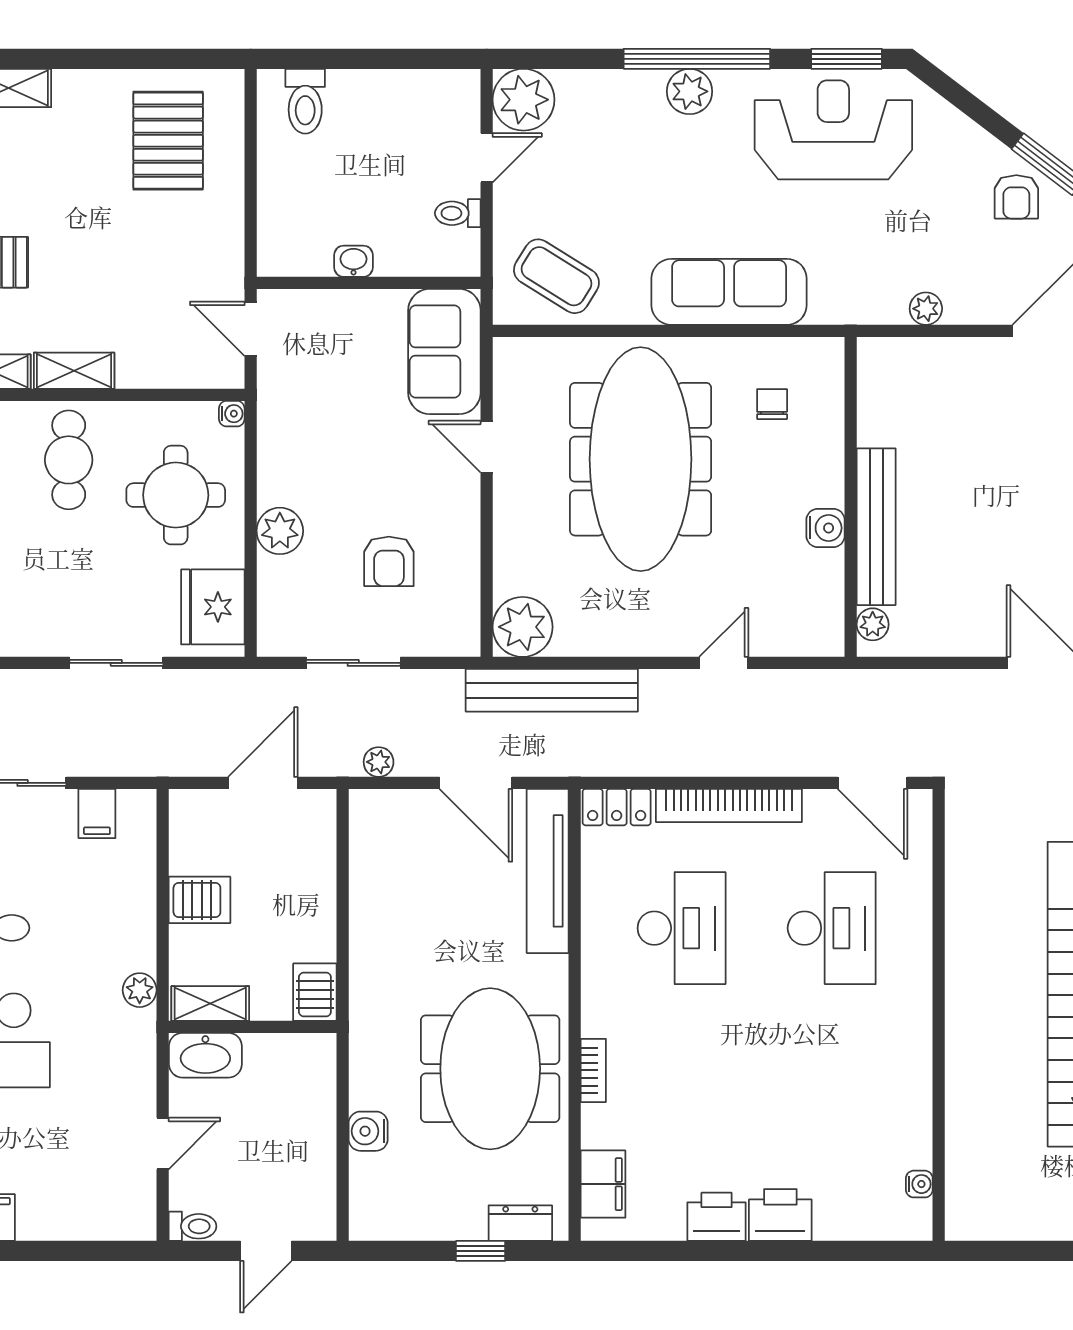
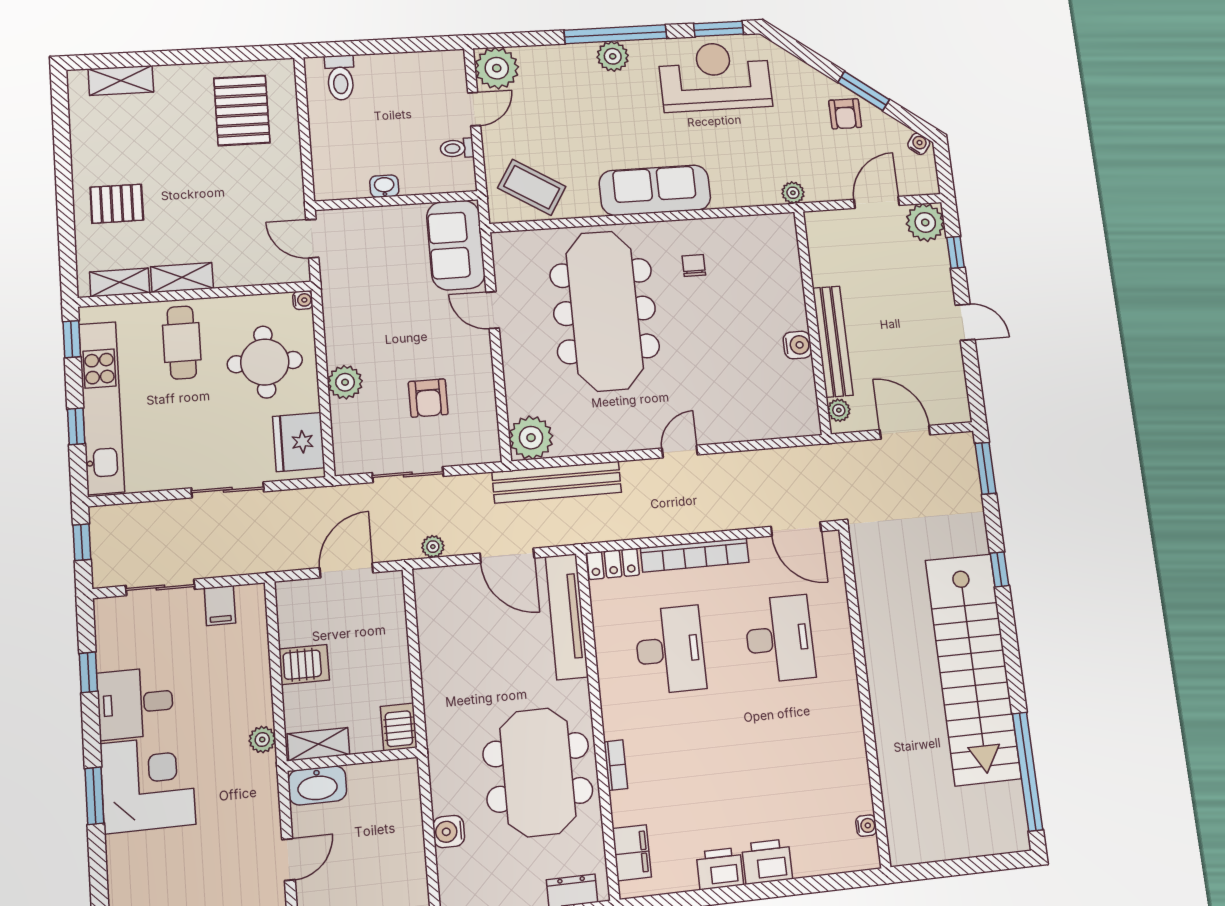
wall: (851, 497) -> (812, 322), moved
bench: (876, 527) -> (833, 341), moved
water cooler: (825, 528) -> (797, 345), moved
plant: (873, 624) -> (839, 410), moved

